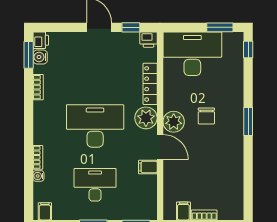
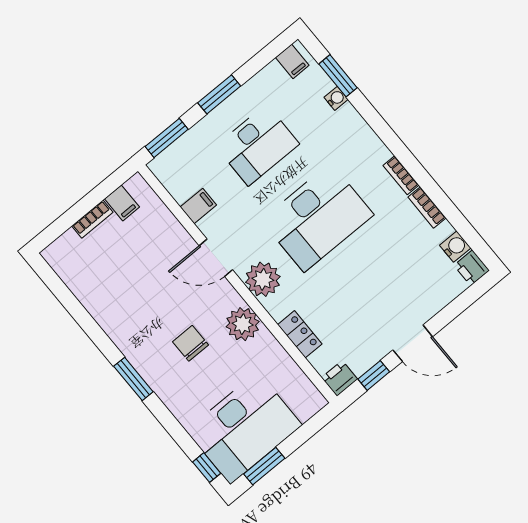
desk: (192, 54) -> (244, 428), moved
window: (29, 55) -> (338, 76), moved
locker: (150, 84) -> (300, 334), width x0.66
plant: (174, 122) -> (243, 324), moved
bookcase: (38, 157) -> (401, 175), moved
filing cabinet: (148, 167) -> (198, 206), moved

